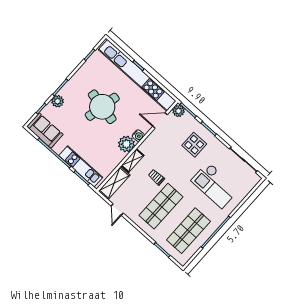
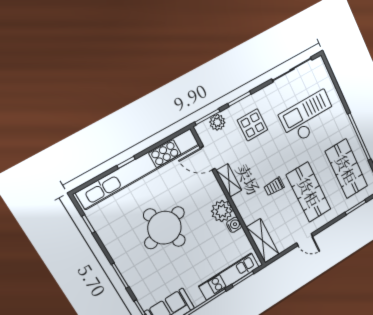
plant: (58, 101) -> (137, 284), removed
round table: (102, 107) -> (165, 228), turned -30
plant: (178, 111) -> (217, 122), moved
door: (160, 121) -> (208, 158), hinge flipped
water cooler: (138, 136) -> (234, 225), moved
shelving: (132, 161) -> (229, 180), moved
checkout: (215, 185) -> (308, 117), turned 180
door: (117, 209) -> (305, 240), moved

